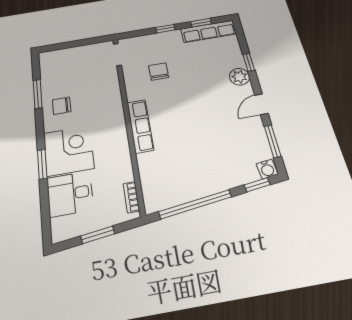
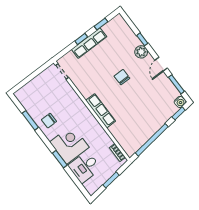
row of seats: (209, 31) -> (89, 43), moved
chair: (159, 72) -> (122, 77), moved

